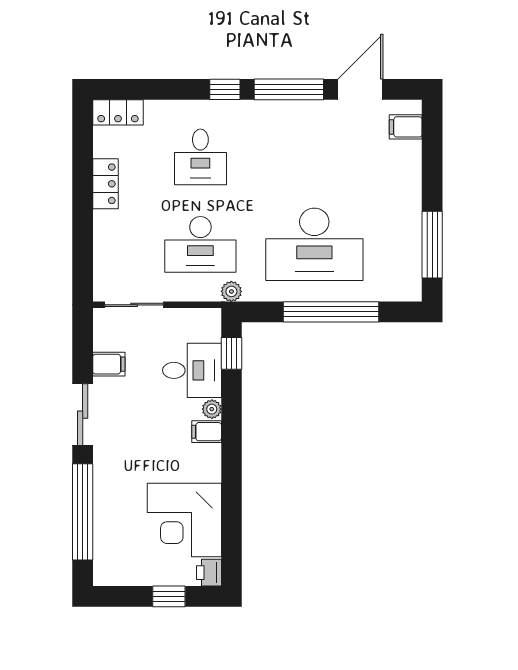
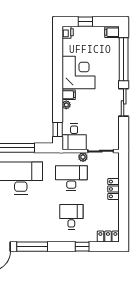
window: (225, 89) -> (82, 247), moved
locker: (105, 184) -> (113, 189), moved
plant: (231, 291) -> (83, 157), moved
filing cabinet: (109, 364) -> (112, 32), moved
desk: (192, 370) -> (74, 137), moved, turned -90
corner desk: (184, 520) -> (78, 73), moved

